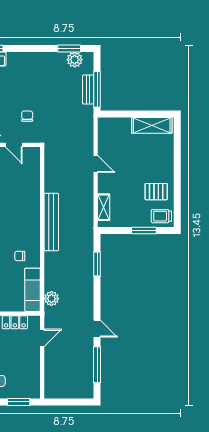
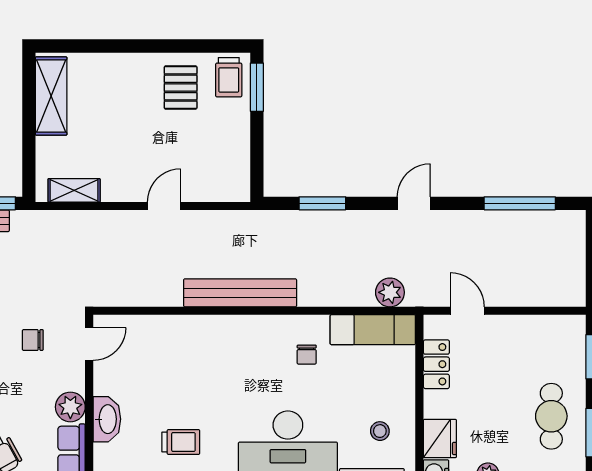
door: (14, 145) -> (89, 344), moved
door: (96, 164) -> (164, 206), moved
shelving: (104, 207) -> (74, 190), moved
window: (144, 231) -> (257, 87), moved
door: (97, 329) -> (414, 203), moved

